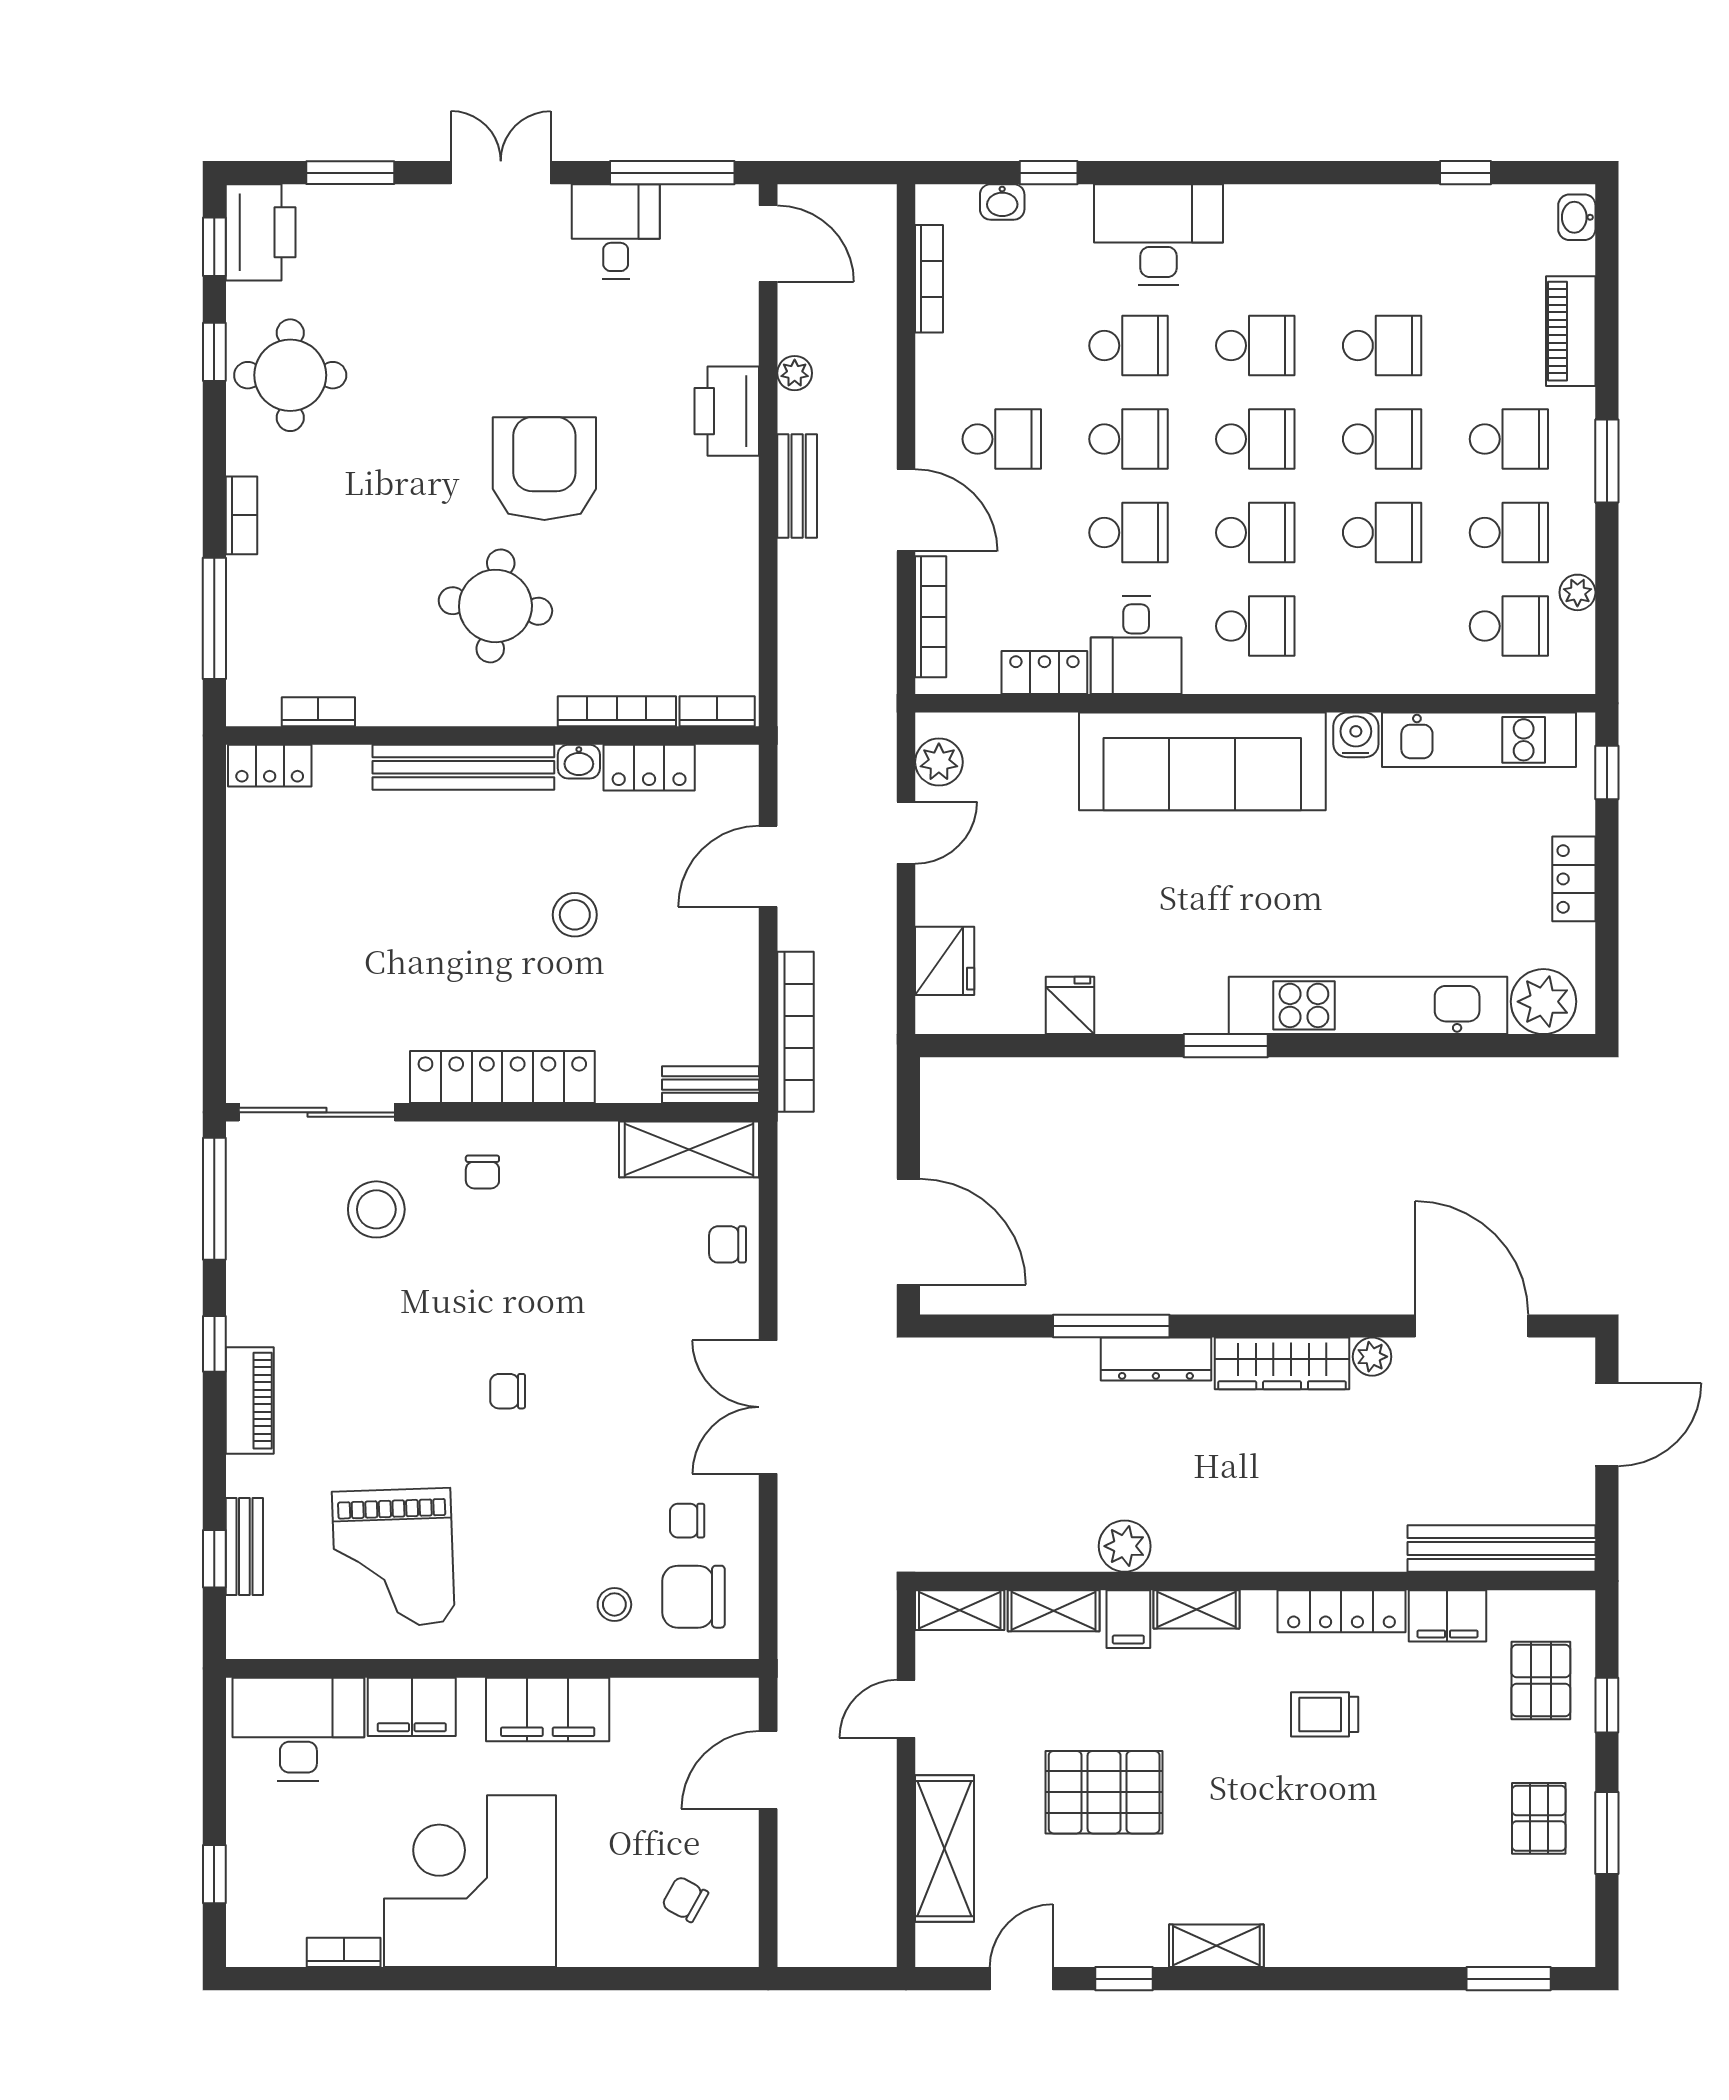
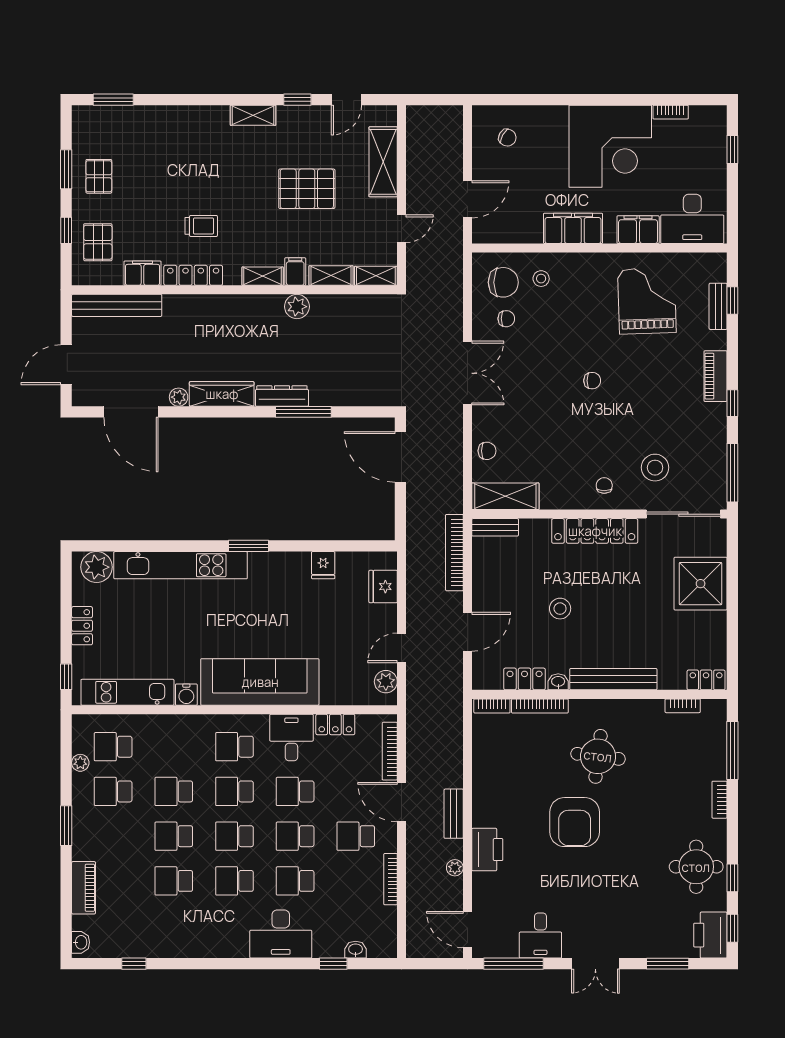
bookcase: (929, 279) -> (391, 879), moved
school desk: (1509, 439) -> (113, 836), removed
shower: (281, 967) -> (701, 584), added

